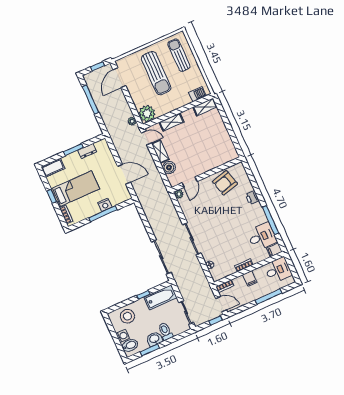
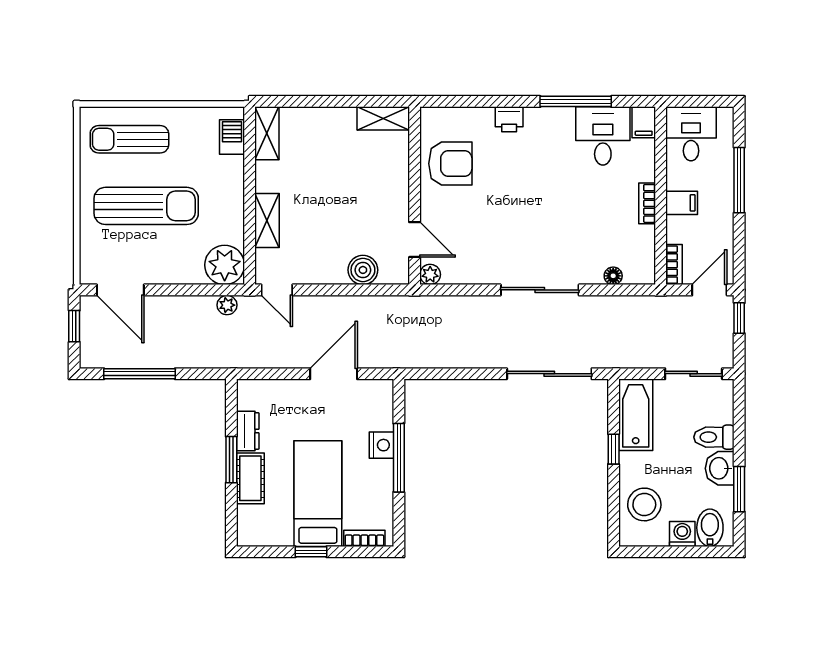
door: (146, 138) -> (277, 290), swing flipped
shelving: (160, 152) -> (383, 118), moved
cot: (53, 168) -> (250, 478), moved
armchair: (225, 183) -> (450, 164), turned -75

